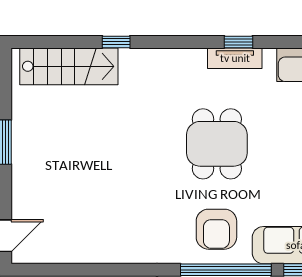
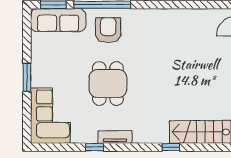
tv unit: (235, 58) -> (115, 137), moved

